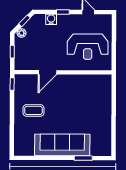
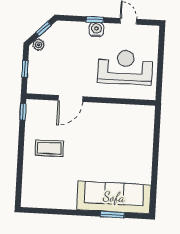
water cooler: (51, 19) -> (96, 30), moved
reception desk: (88, 47) -> (125, 67), turned 180
sofa: (62, 145) -> (114, 197), moved

